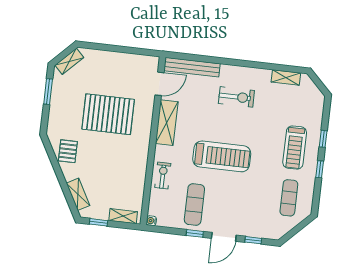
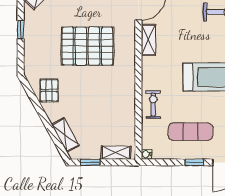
window: (48, 92) -> (21, 29), width x0.67
shelving: (167, 123) -> (148, 40), width x0.67, depth x0.75
exercise mat: (194, 205) -> (190, 132), turned 90

